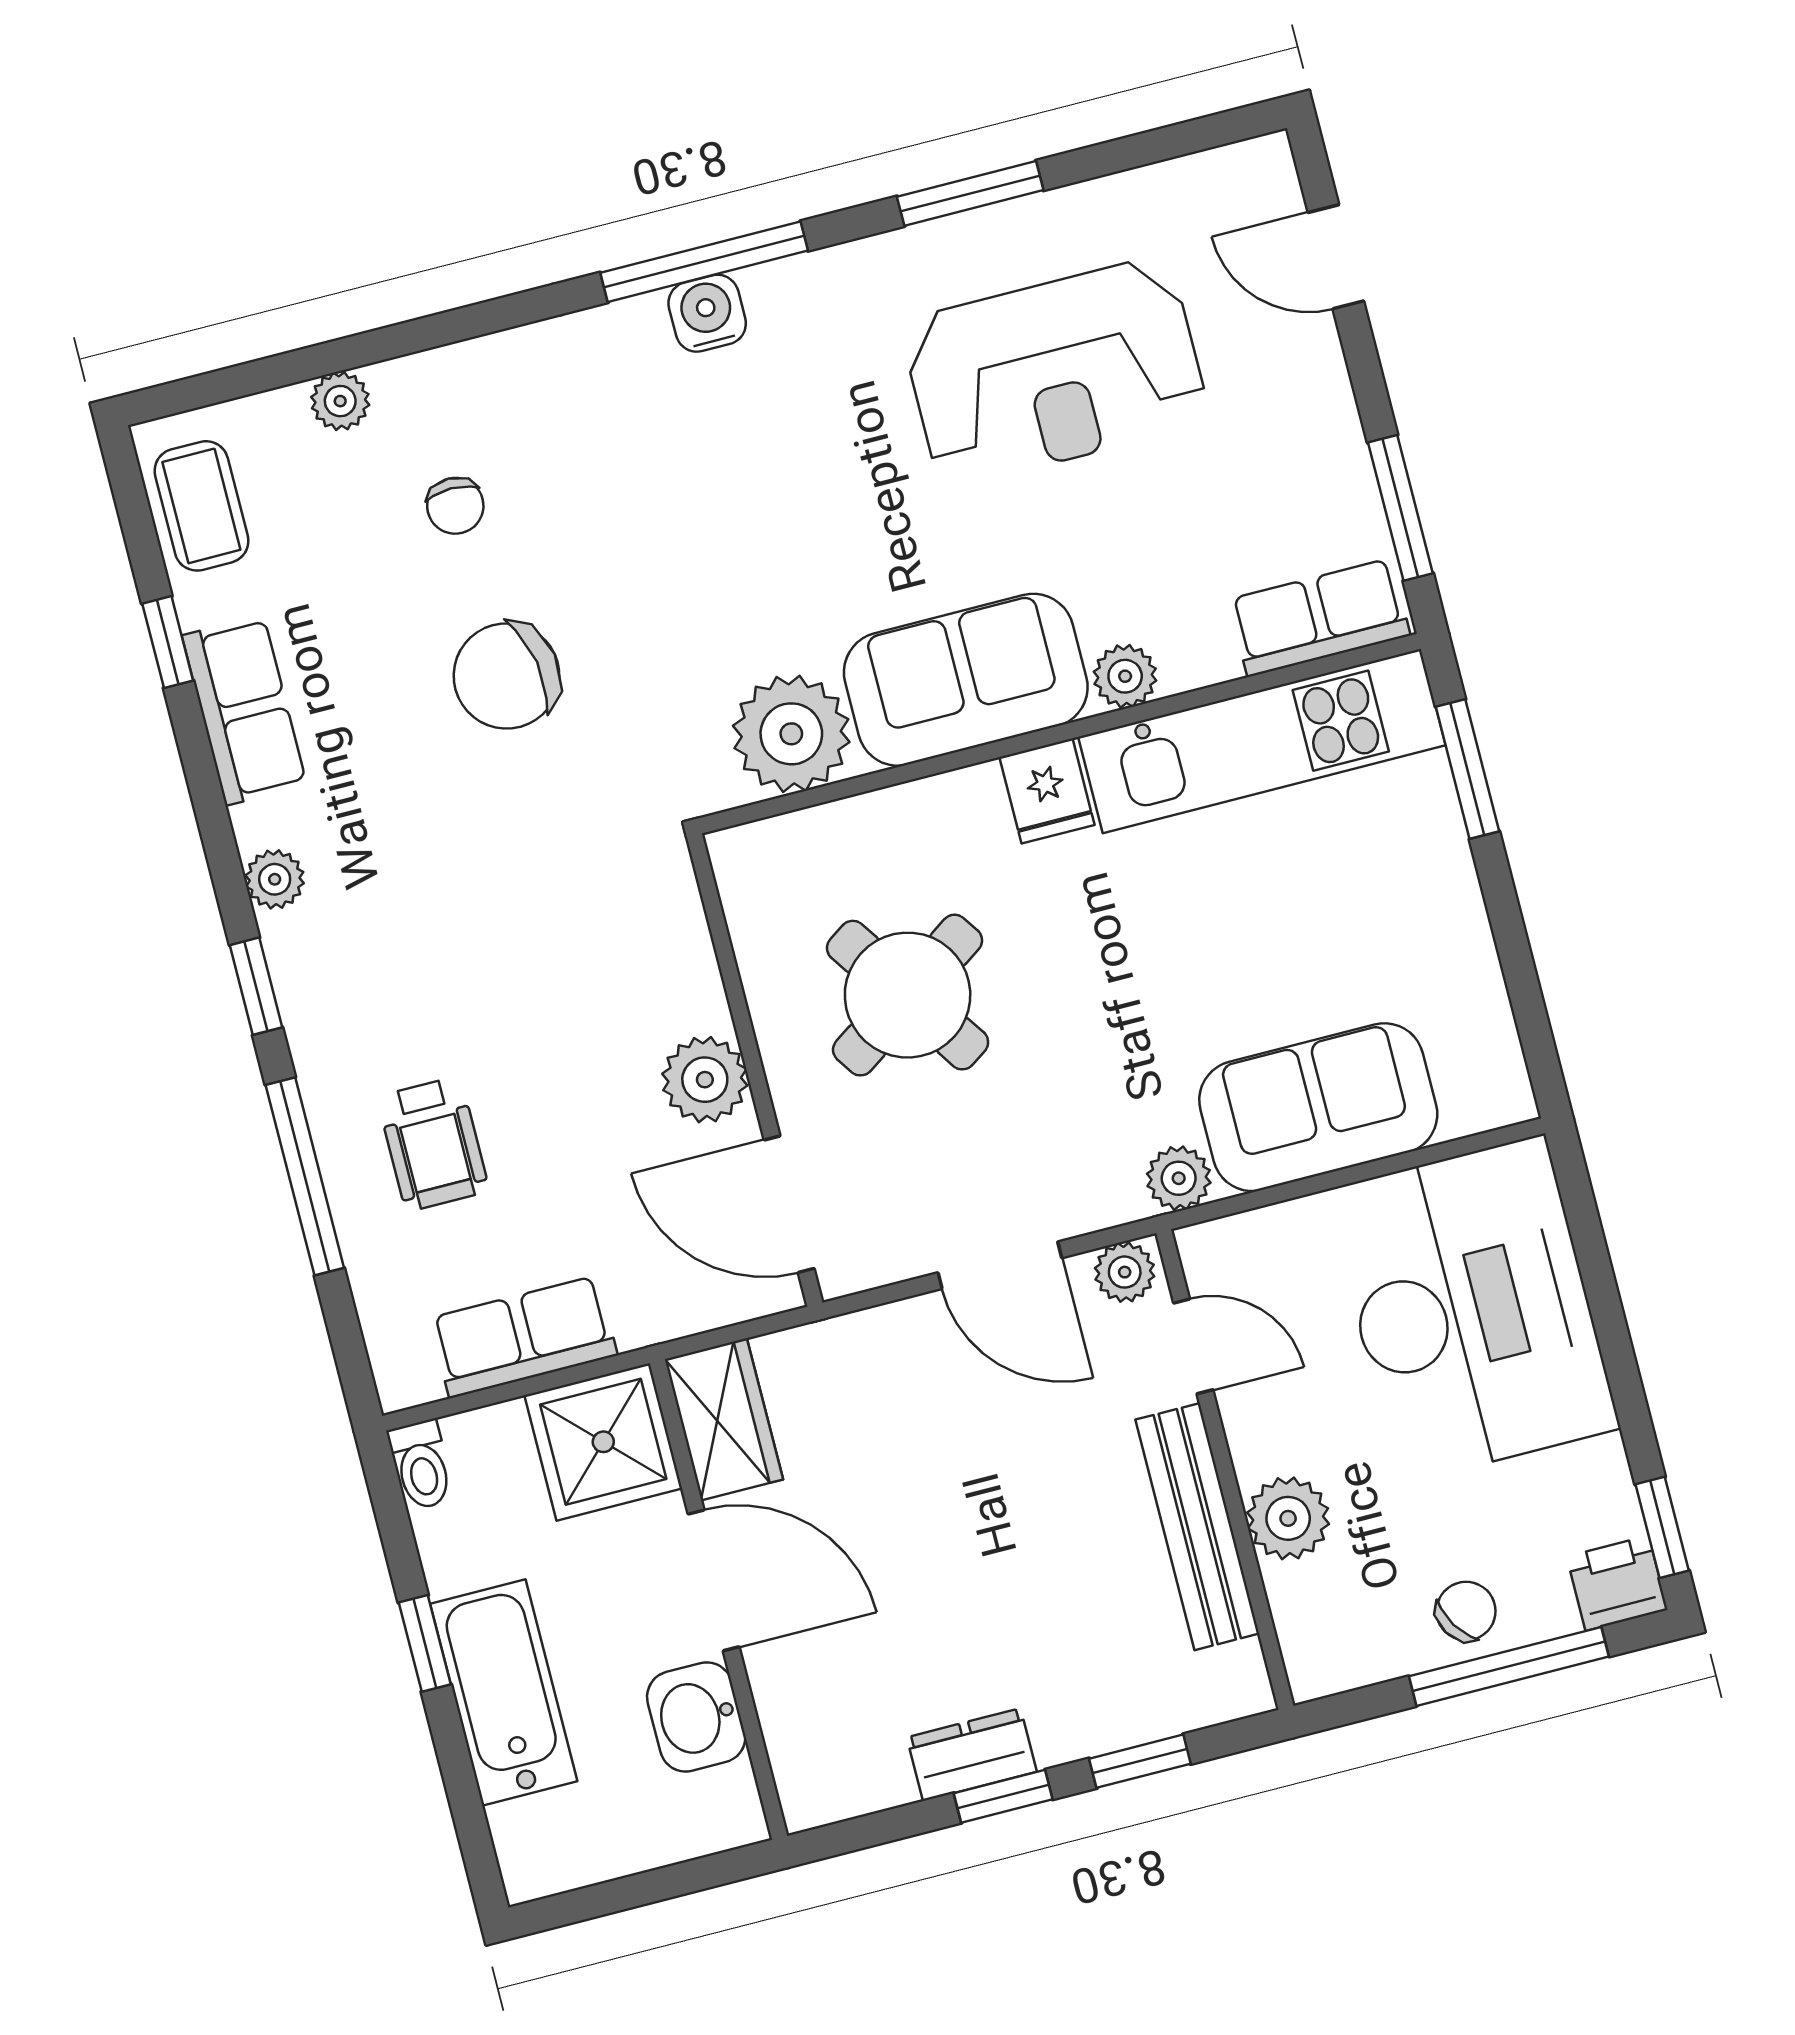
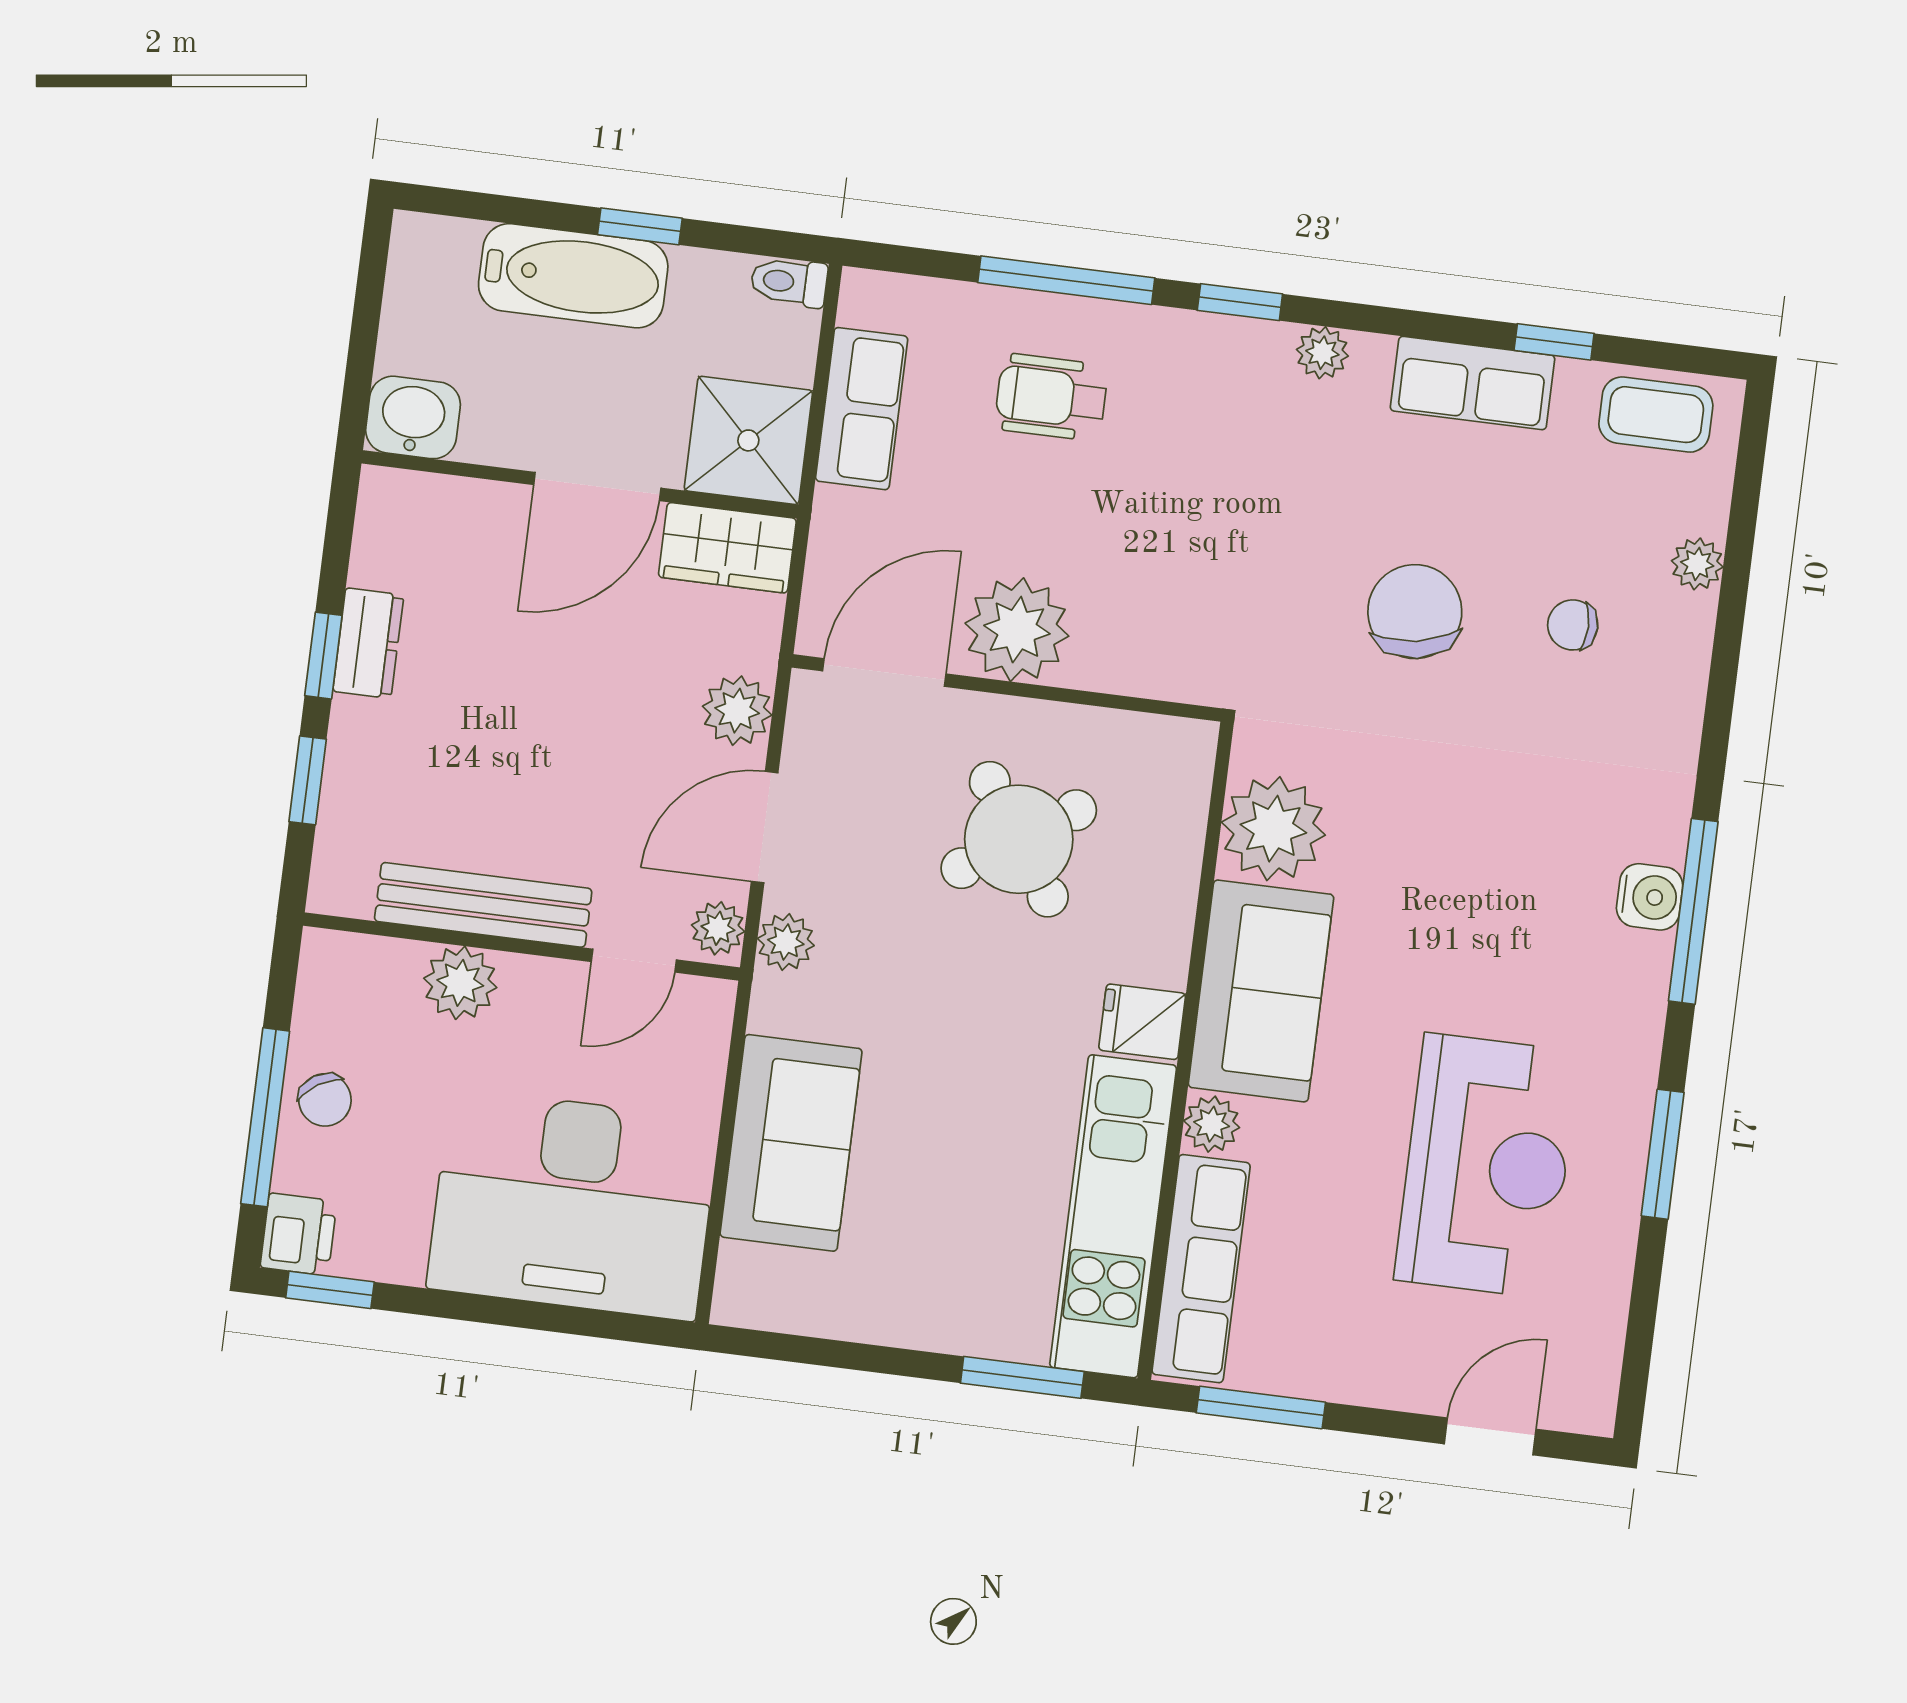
reception desk: (1055, 372) -> (1487, 1166), turned 180
row of seats: (1319, 618) -> (1201, 1269), width x1.48
plant: (705, 1080) -> (1017, 630), width x1.36, depth x1.36
plant: (1179, 1178) -> (786, 942), moved
plant: (890, 1342) -> (737, 711), added
washbasin: (696, 1717) -> (413, 417), moved

